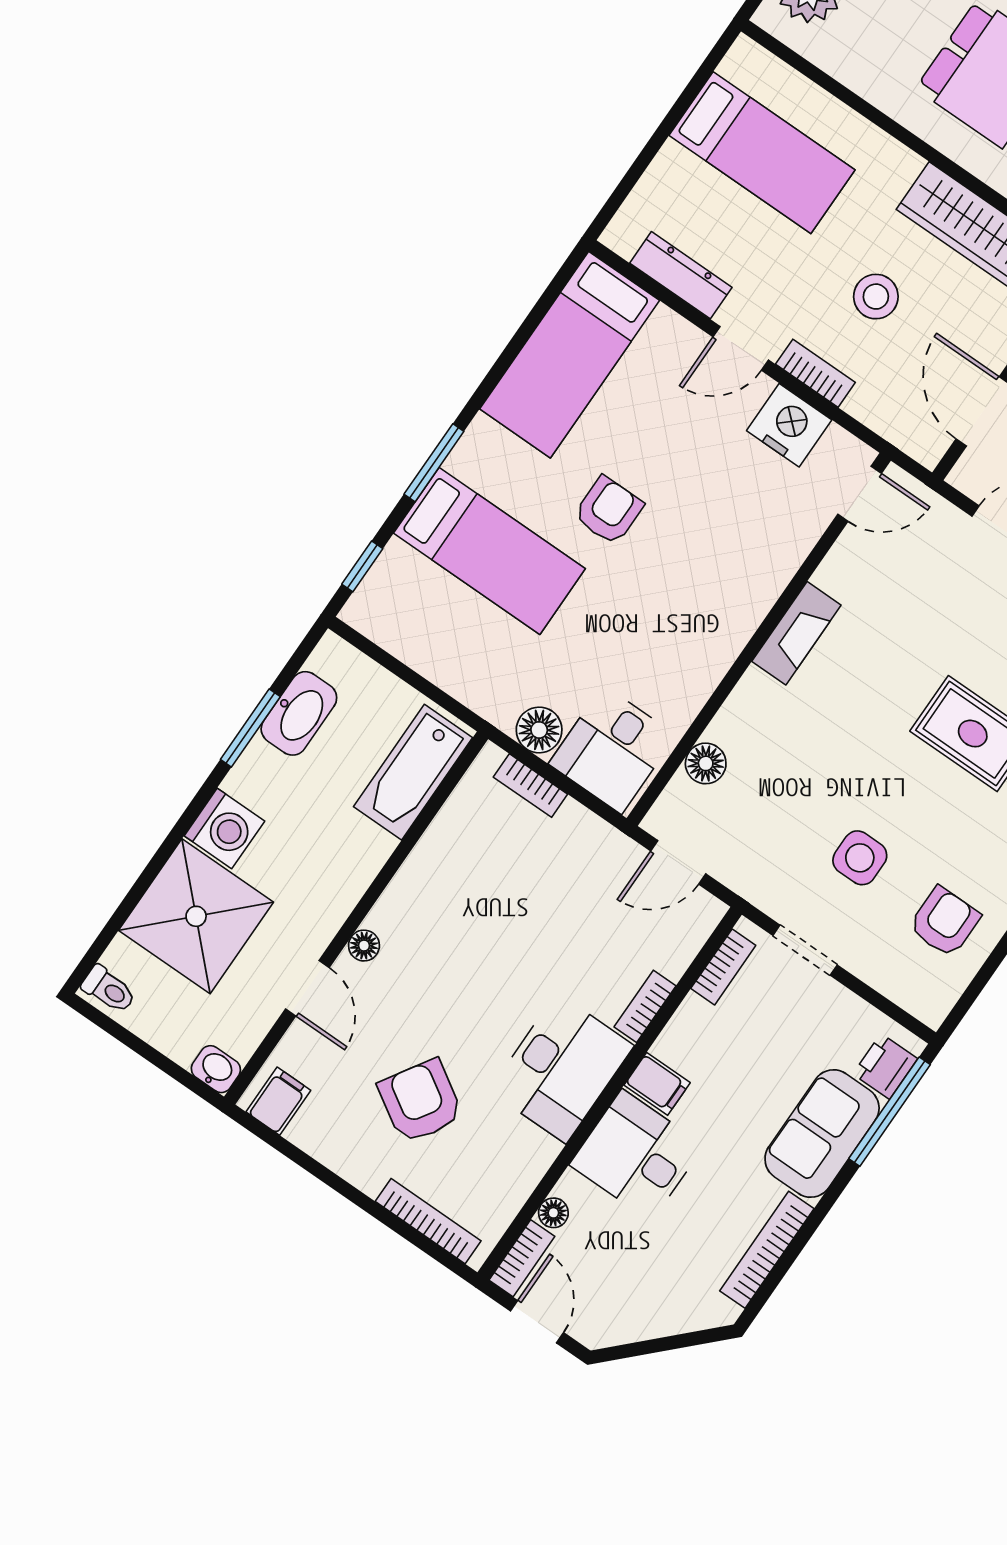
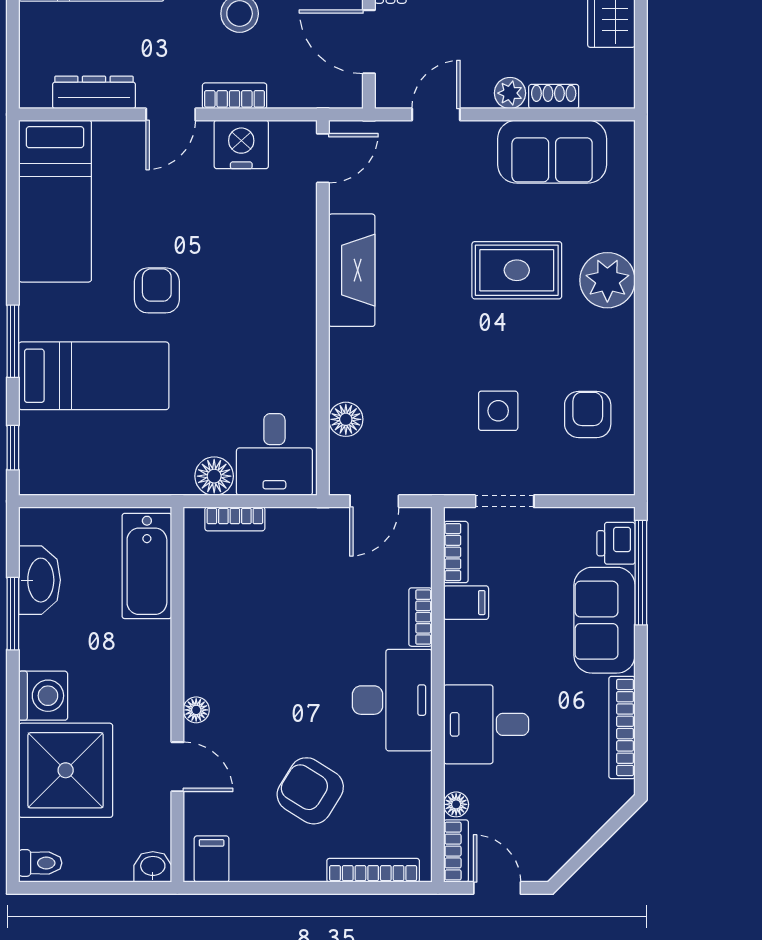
fireplace: (796, 633) -> (352, 270), width x1.37, depth x1.32
filing cabinet: (657, 1084) -> (466, 603), moved

